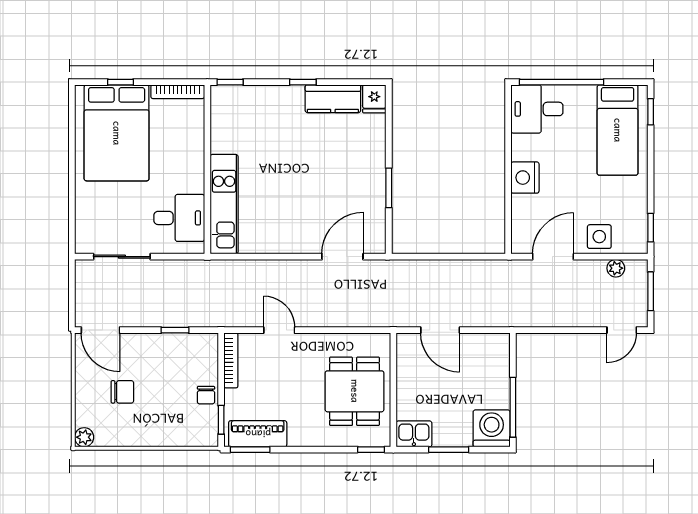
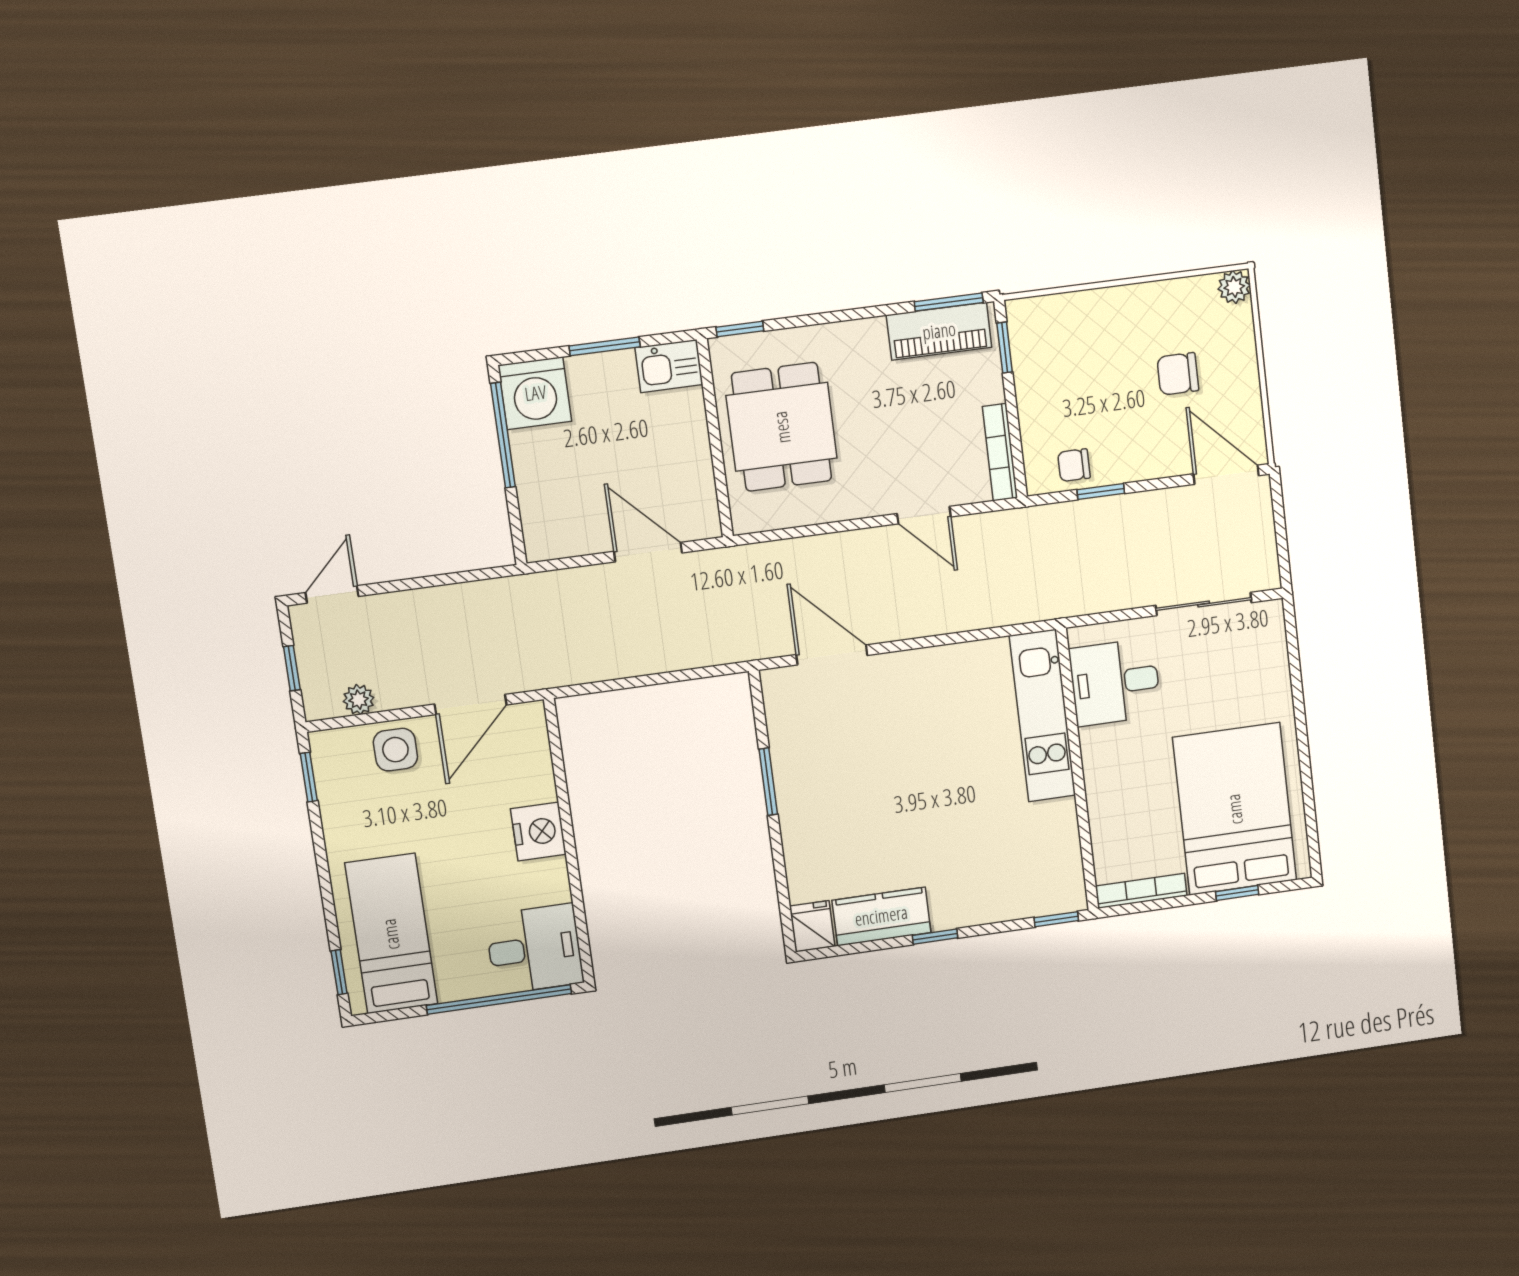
door: (342, 257) -> (832, 655), swing flipped
window: (651, 291) -> (292, 668), width x0.67
chair: (206, 395) -> (1074, 465), moved, turned -90

